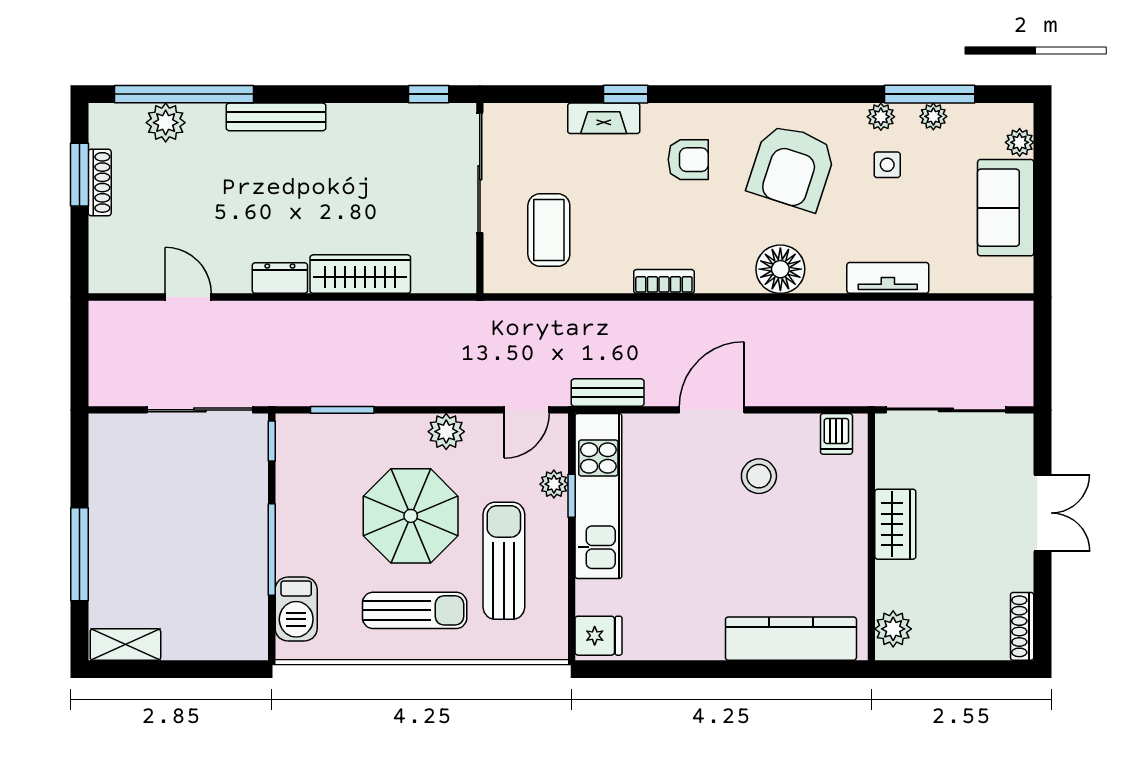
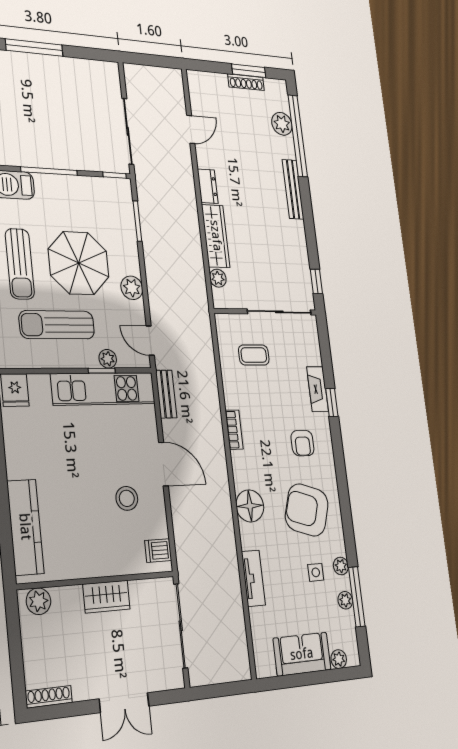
coffee table: (549, 230) -> (254, 355), width x0.73, depth x0.77
plant: (428, 279) -> (218, 278), added
sun lounger: (504, 561) -> (57, 325), turned 180

